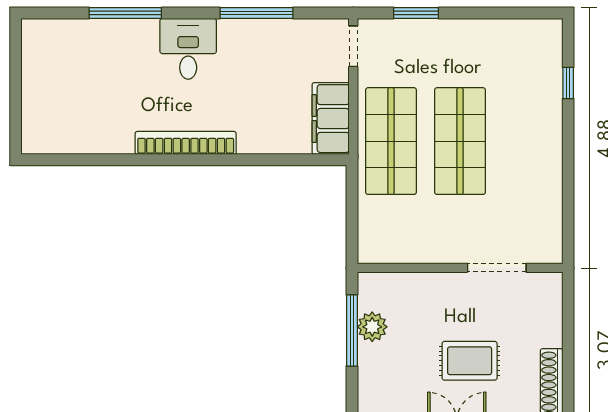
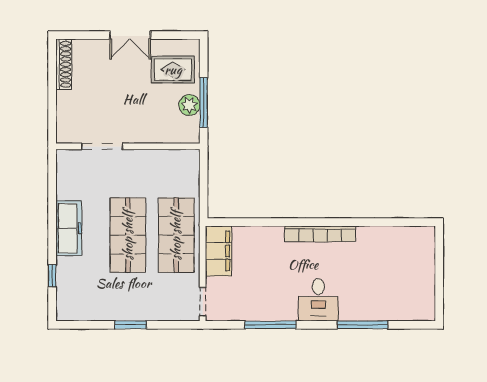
window: (416, 13) -> (131, 325), moved
freezer: (544, 151) -> (69, 228), added
rug: (470, 361) -> (173, 70), moved

